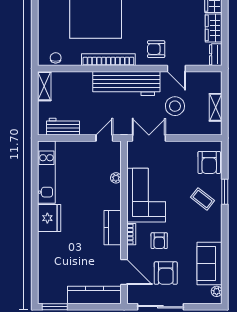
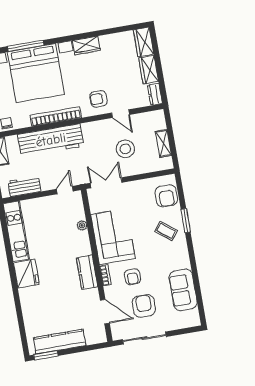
workbench: (126, 84) -> (51, 140), moved
armchair: (166, 273) -> (144, 306), turned 180
plant: (217, 291) -> (194, 315), removed
kitchen counter: (94, 295) -> (60, 342), moved

